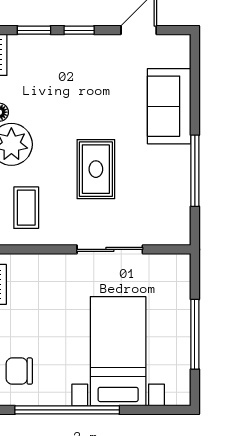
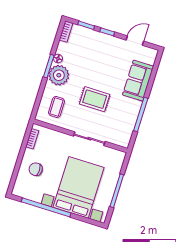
rug: (96, 169) -> (95, 99), turned 90
bed with nightstands: (118, 351) -> (78, 187), width x1.36
chair: (19, 371) -> (36, 169), moved

